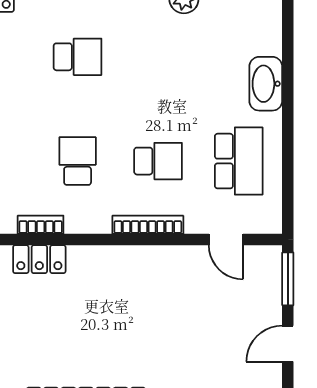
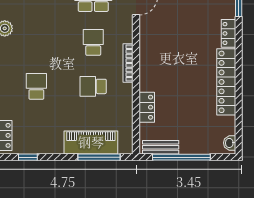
bookcase: (41, 225) -> (128, 107), removed
bookcase: (148, 225) -> (128, 63), moved

